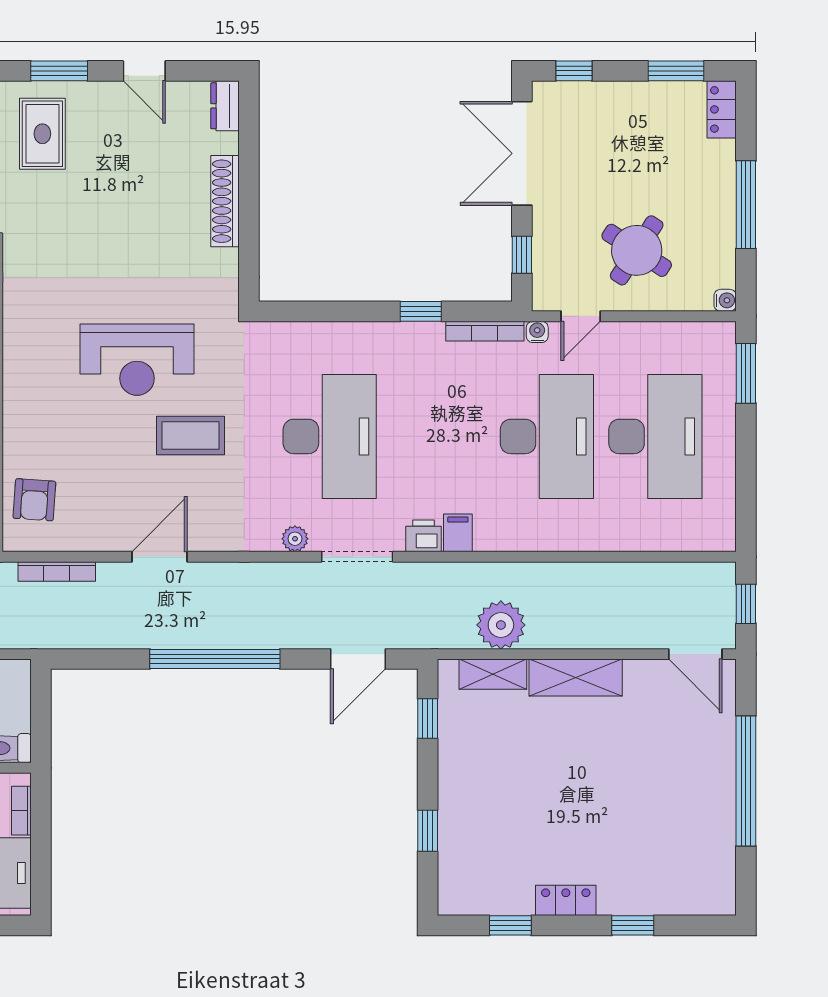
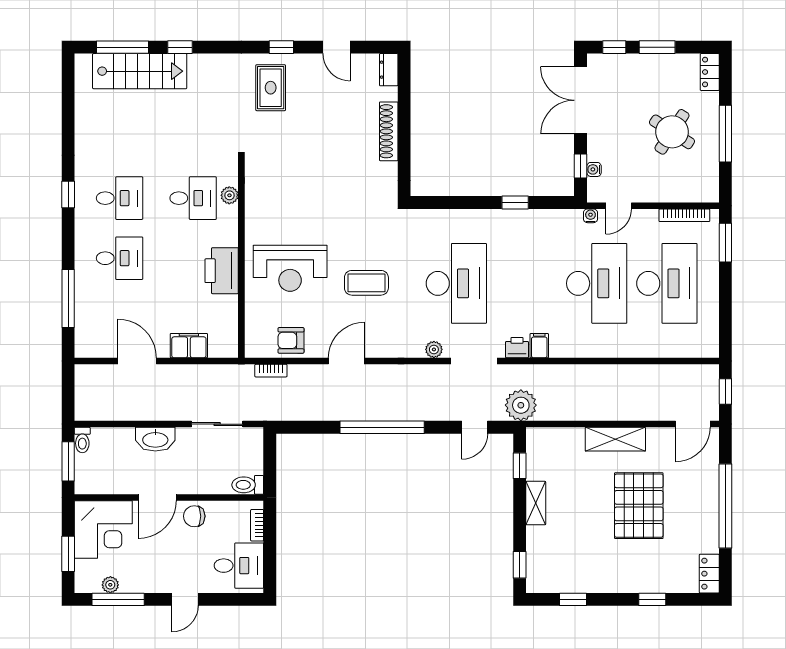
window: (59, 71) -> (281, 47), width x0.67
window: (676, 71) -> (657, 47), moved
round table: (637, 250) -> (672, 132), moved
water cooler: (725, 300) -> (594, 169), moved, turned 180
bookcase: (485, 331) -> (684, 215), moved
reception desk: (137, 360) -> (290, 268), moved
armchair: (34, 500) -> (291, 340), moved, turned 86
bookcase: (57, 571) -> (271, 371), width x0.64
plant: (501, 625) -> (521, 405), moved
door: (695, 654) -> (693, 424), hinge flipped
door: (358, 659) -> (475, 427), width x0.73
shelving: (493, 674) -> (536, 503), moved, turned 90
pallet: (612, 780) -> (639, 506), added
window: (428, 831) -> (520, 565), moved
locker: (566, 900) -> (709, 574), moved, turned -90

